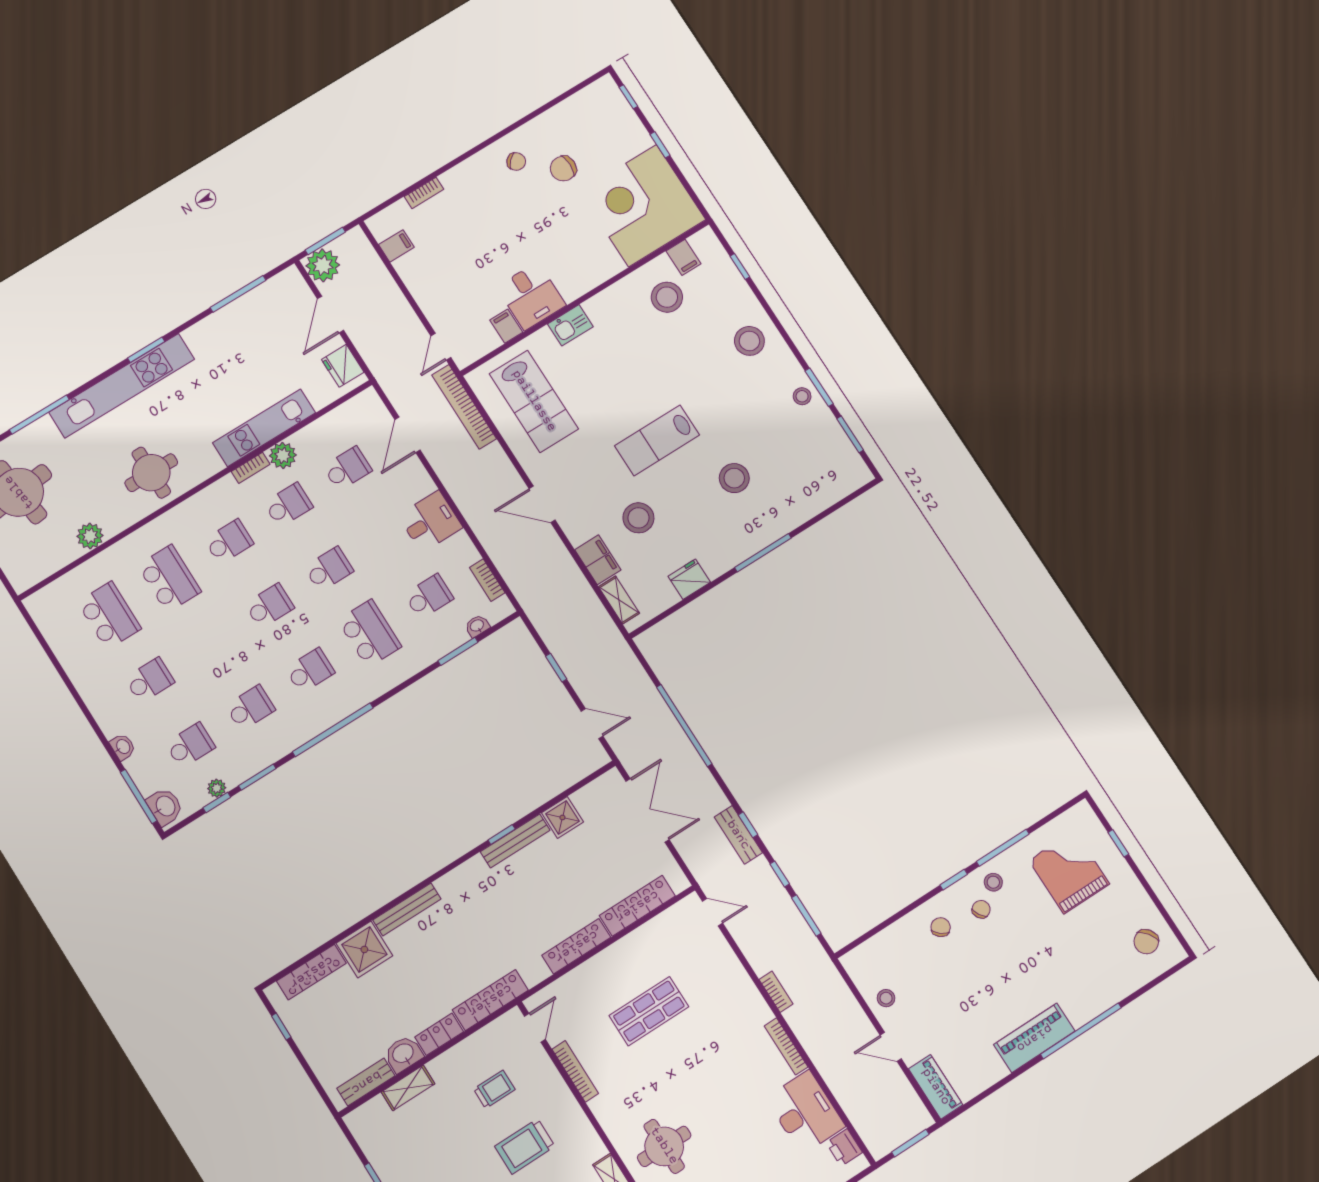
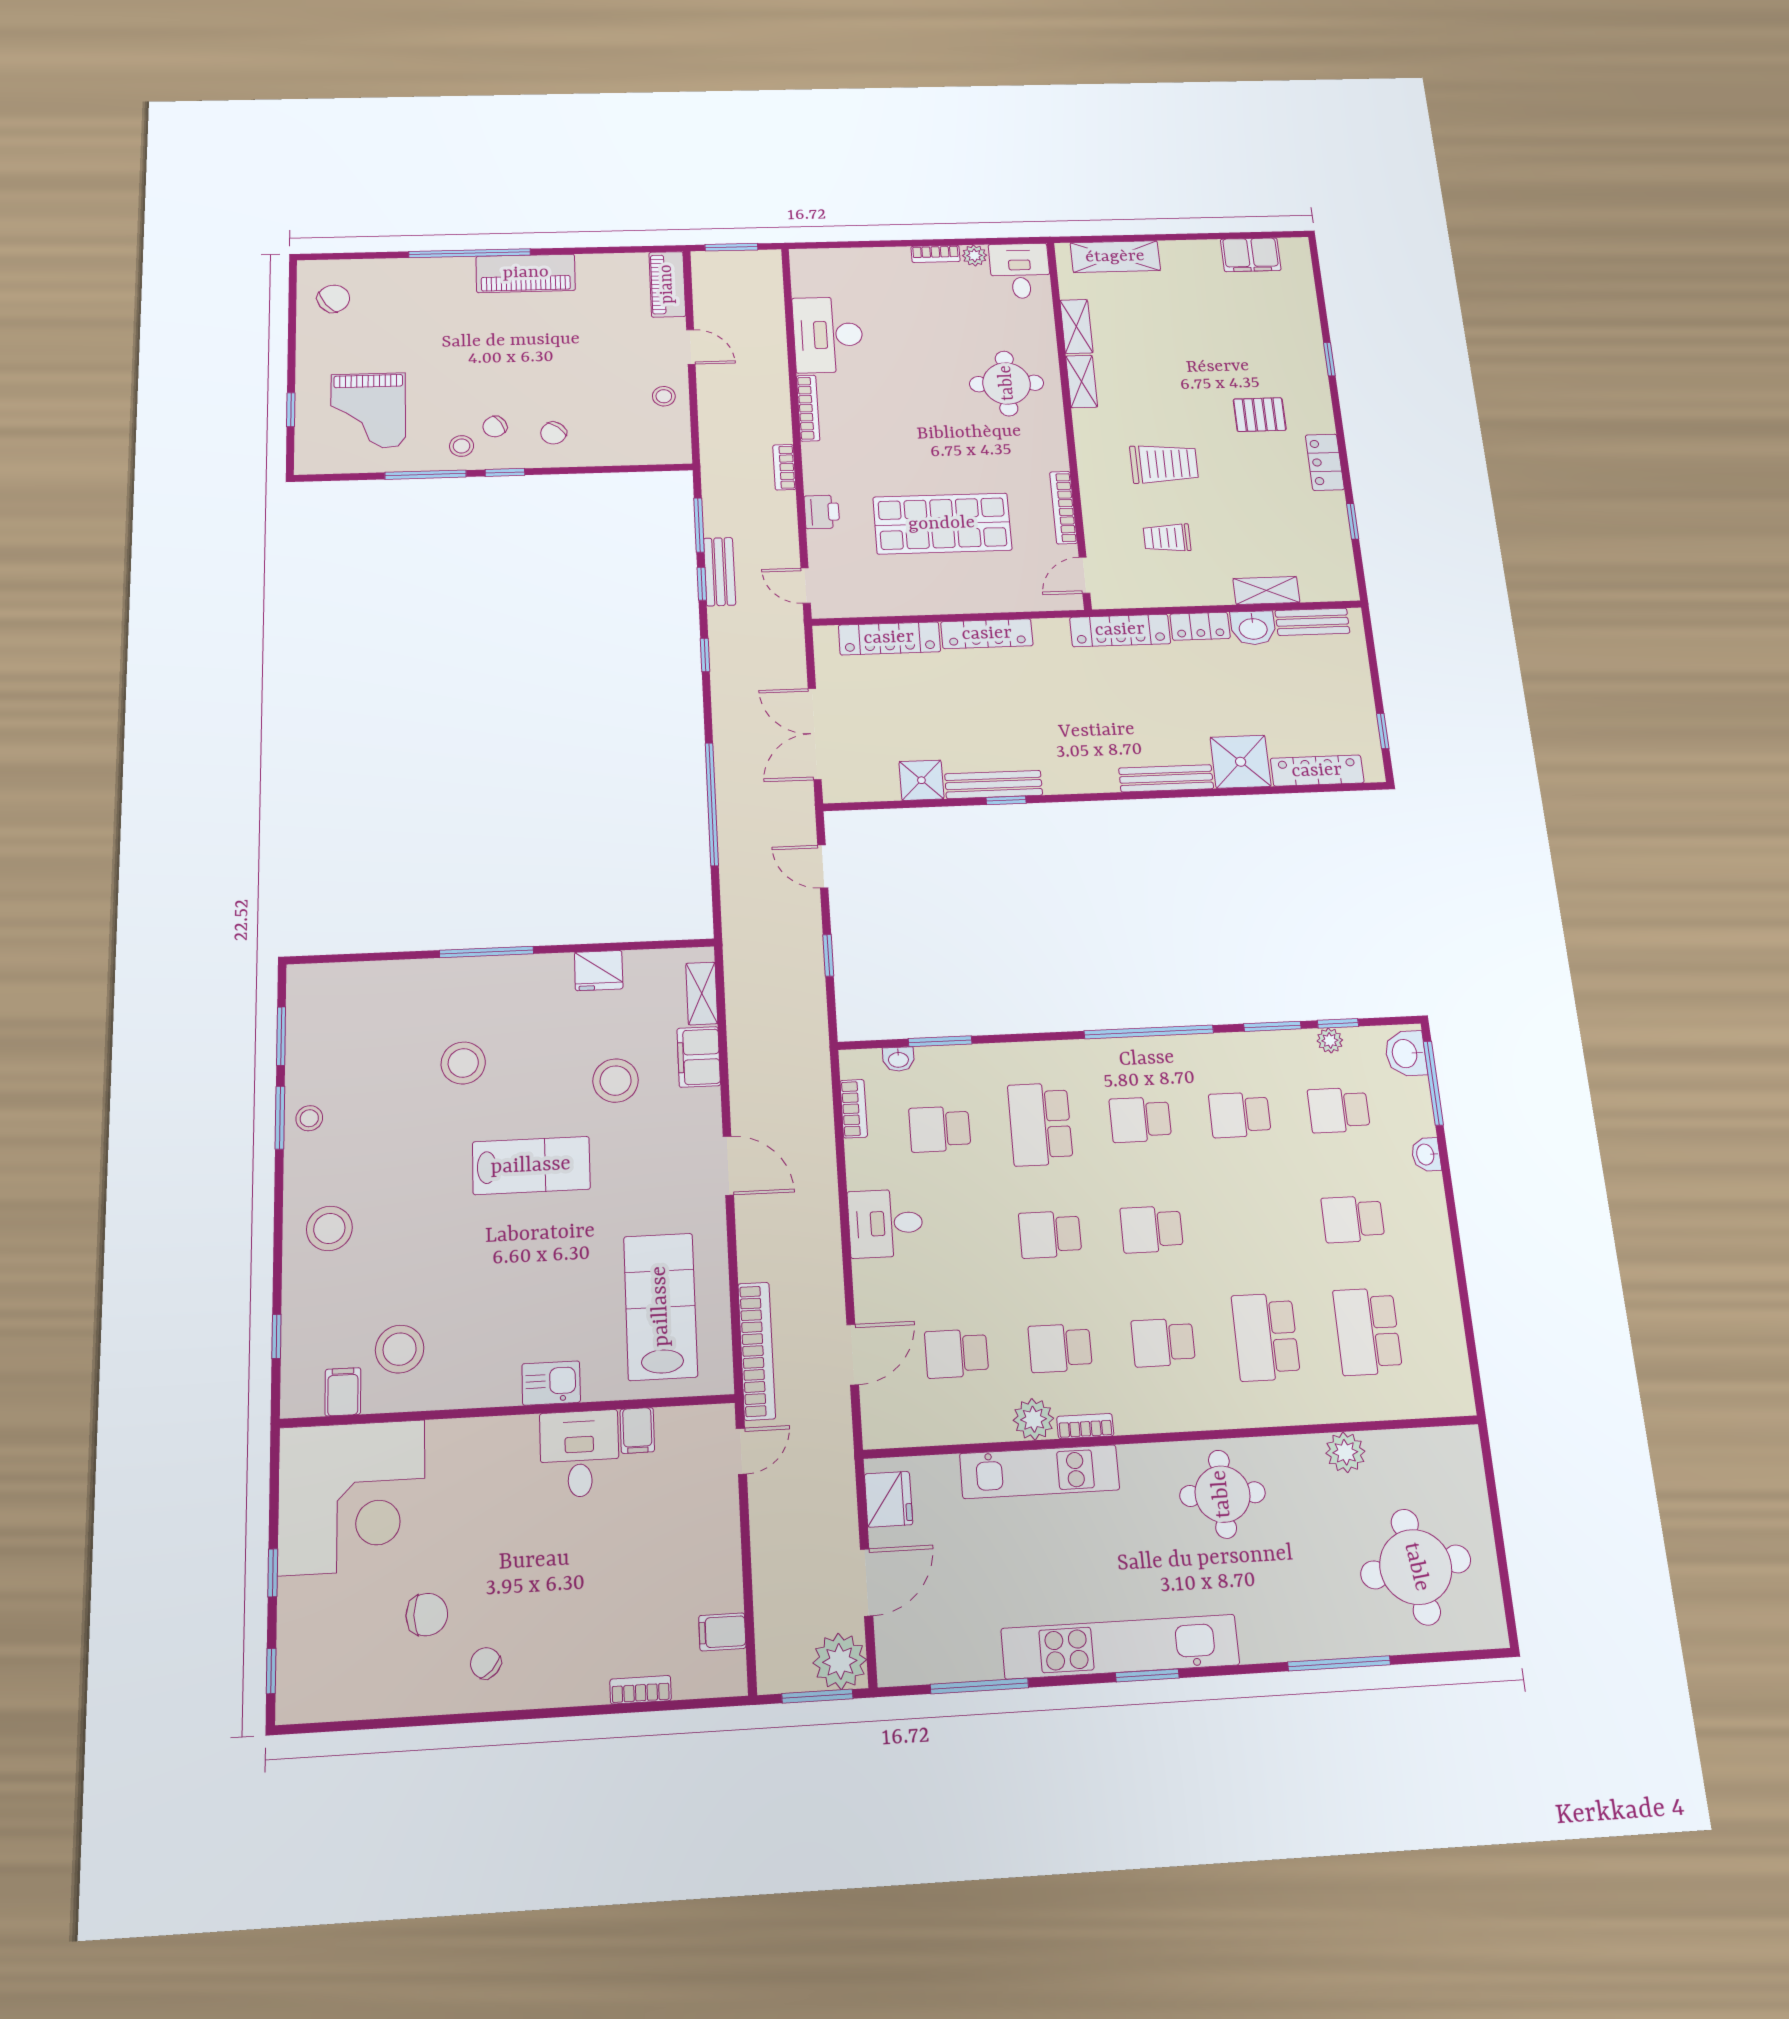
kitchen unit: (122, 386) -> (1120, 1647), moved
bench: (738, 835) -> (719, 572), moved
shop shelf: (649, 1011) -> (942, 524), width x1.43, depth x1.36
printer: (844, 1148) -> (822, 512), moved

